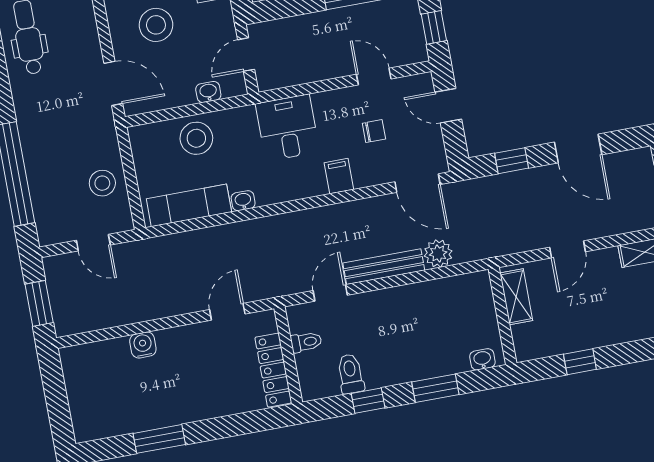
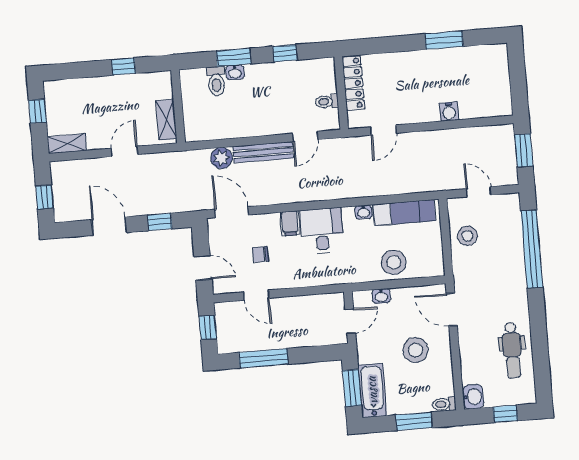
desk: (288, 128) -> (322, 231), moved, turned 180
washbasin: (482, 359) -> (235, 72), moved
toilet: (350, 374) -> (216, 81), moved

